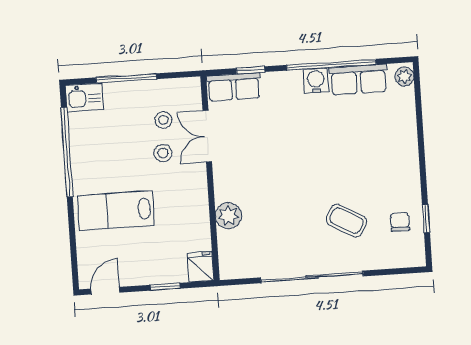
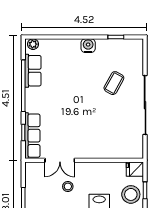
water cooler: (316, 81) -> (88, 46), moved, turned 90
row of seats: (234, 87) -> (32, 136), width x1.48
stool: (163, 120) -> (131, 194), moved, width x1.89, depth x1.89
plant: (228, 216) -> (106, 151), removed
chair: (400, 222) -> (117, 52), removed

